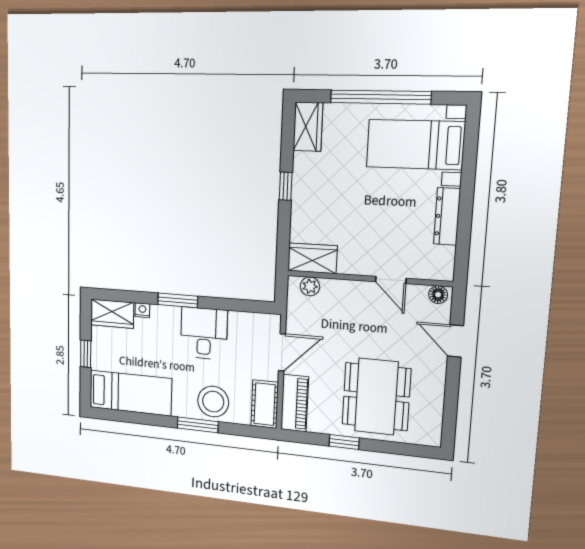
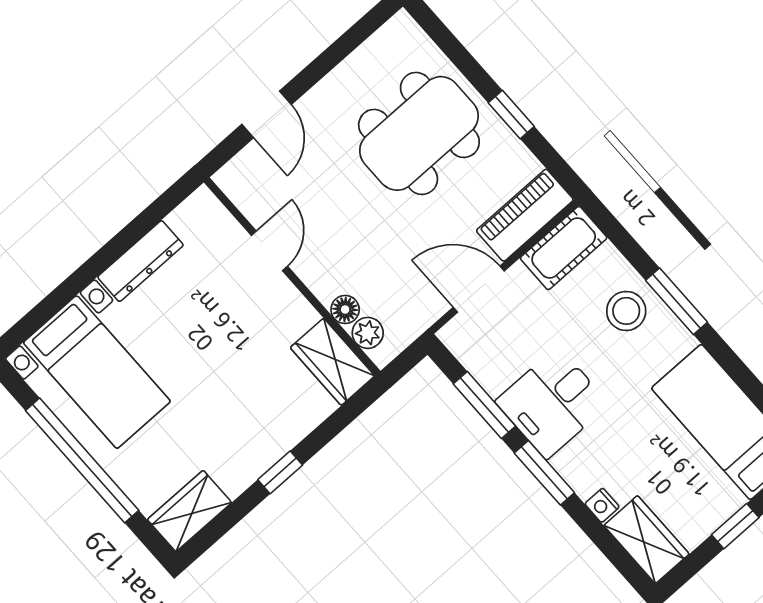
floor lamp: (438, 295) -> (345, 309), moved
window: (230, 304) -> (484, 405), added
stool: (213, 402) -> (626, 311), width x0.73, depth x0.73

